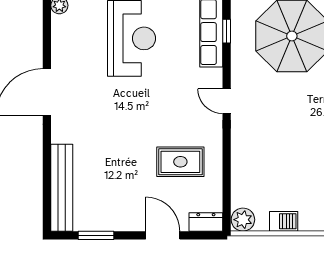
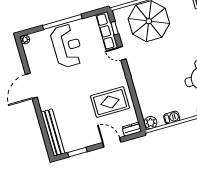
door: (227, 101) -> (122, 53), moved
rug: (180, 162) -> (110, 102), width x1.36, depth x1.43

